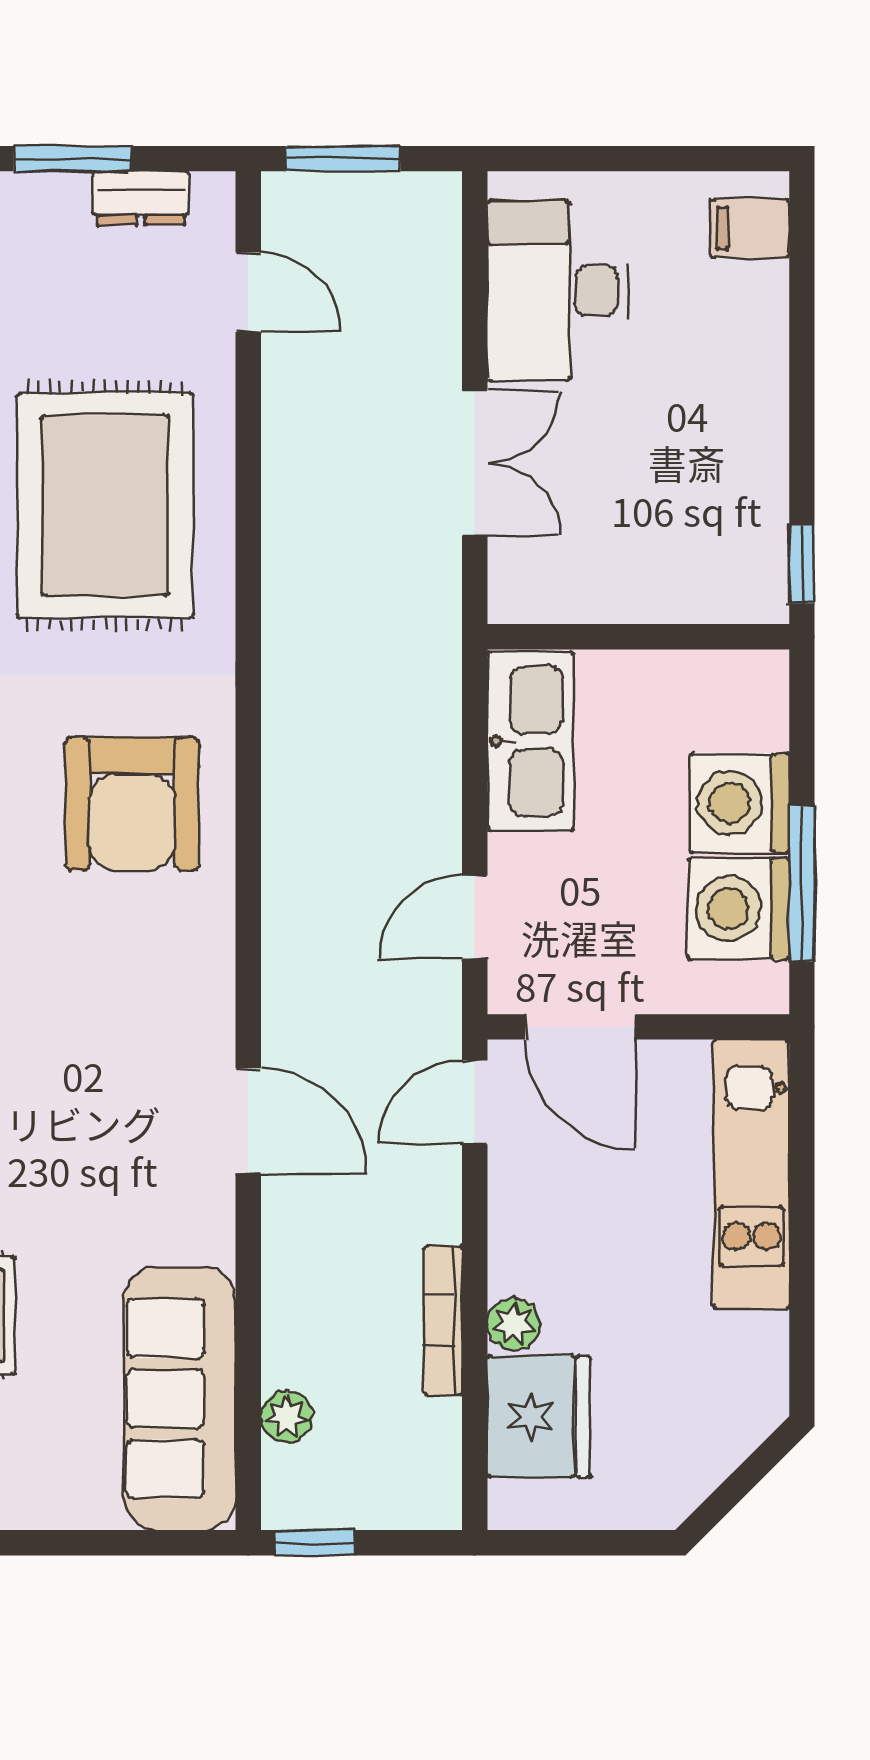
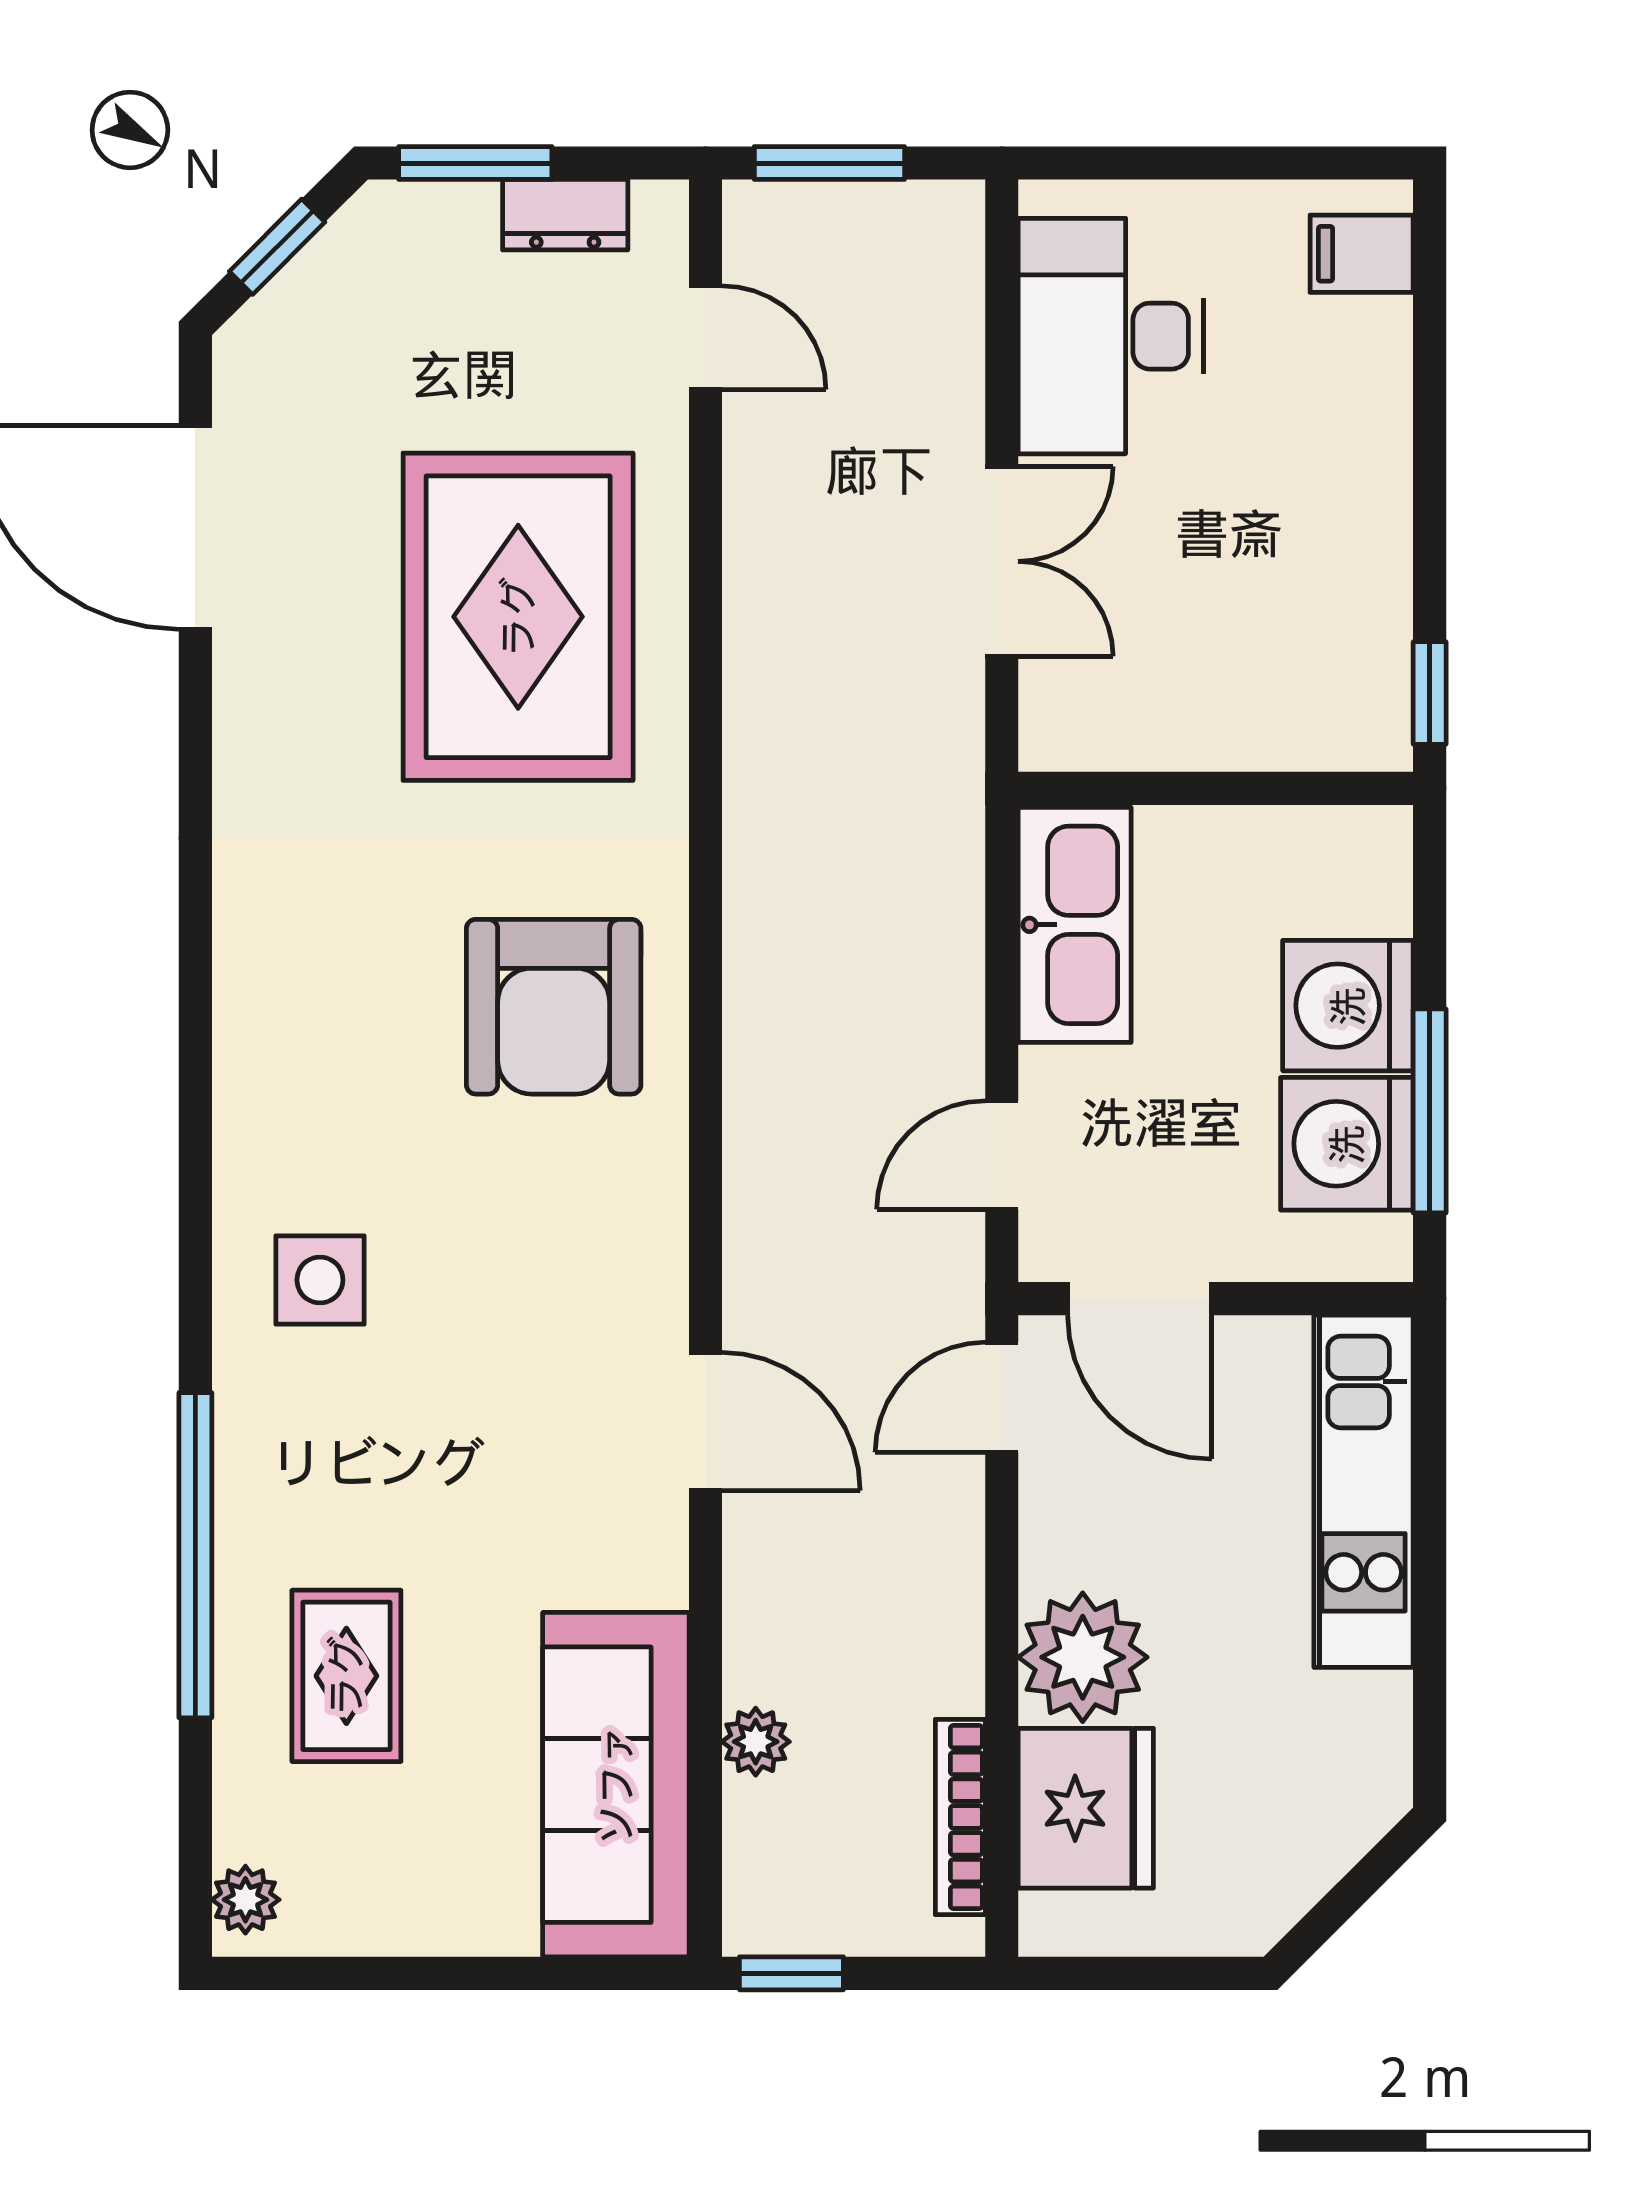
bookcase: (443, 1320) -> (960, 1817), moved
plant: (514, 1324) -> (1083, 1657), width x1.88, depth x1.88
plant: (287, 1417) -> (756, 1742), moved

